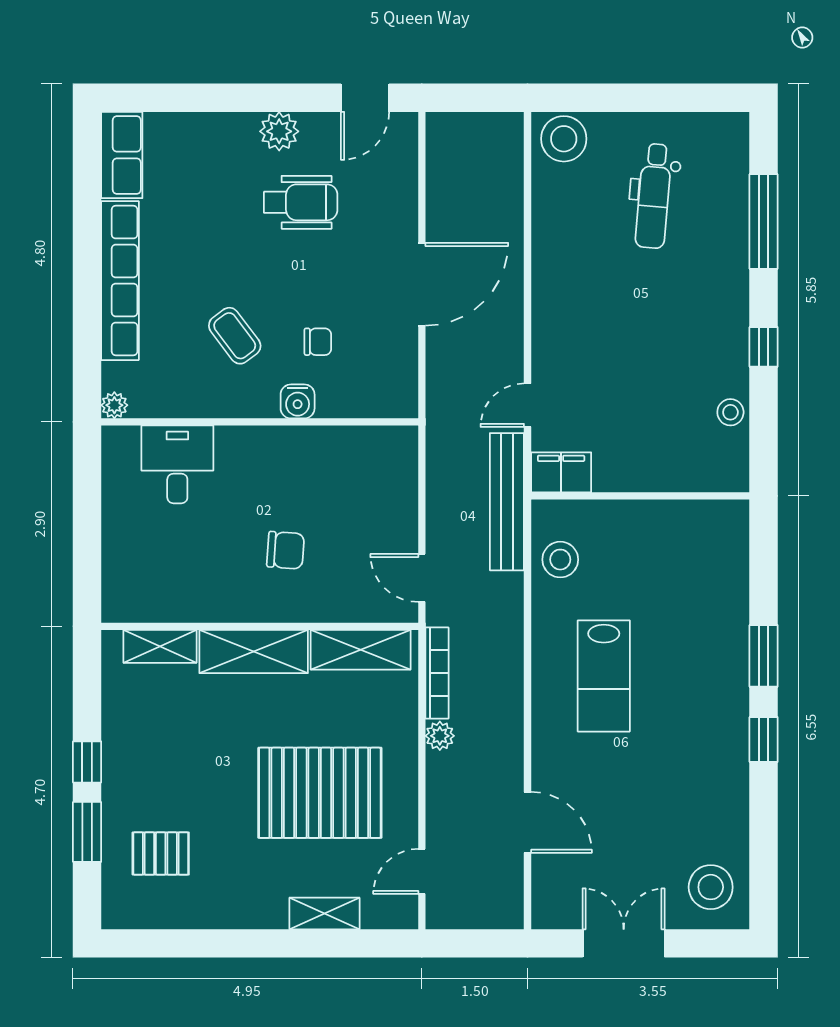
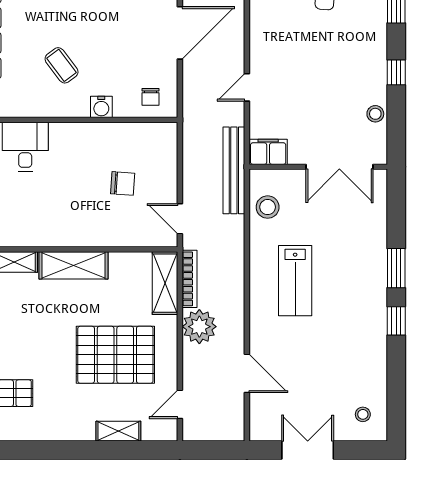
chair: (318, 342) -> (151, 97), moved, turned 90
door: (527, 405) -> (247, 87), moved
double door: (674, 496) -> (339, 167), added
chair: (286, 550) -> (123, 183), moved
shelving: (361, 650) -> (165, 283), moved, turned 90
plant: (440, 736) -> (199, 327), width x1.87, depth x1.87
stool: (711, 887) -> (363, 414), width x0.53, depth x0.53

